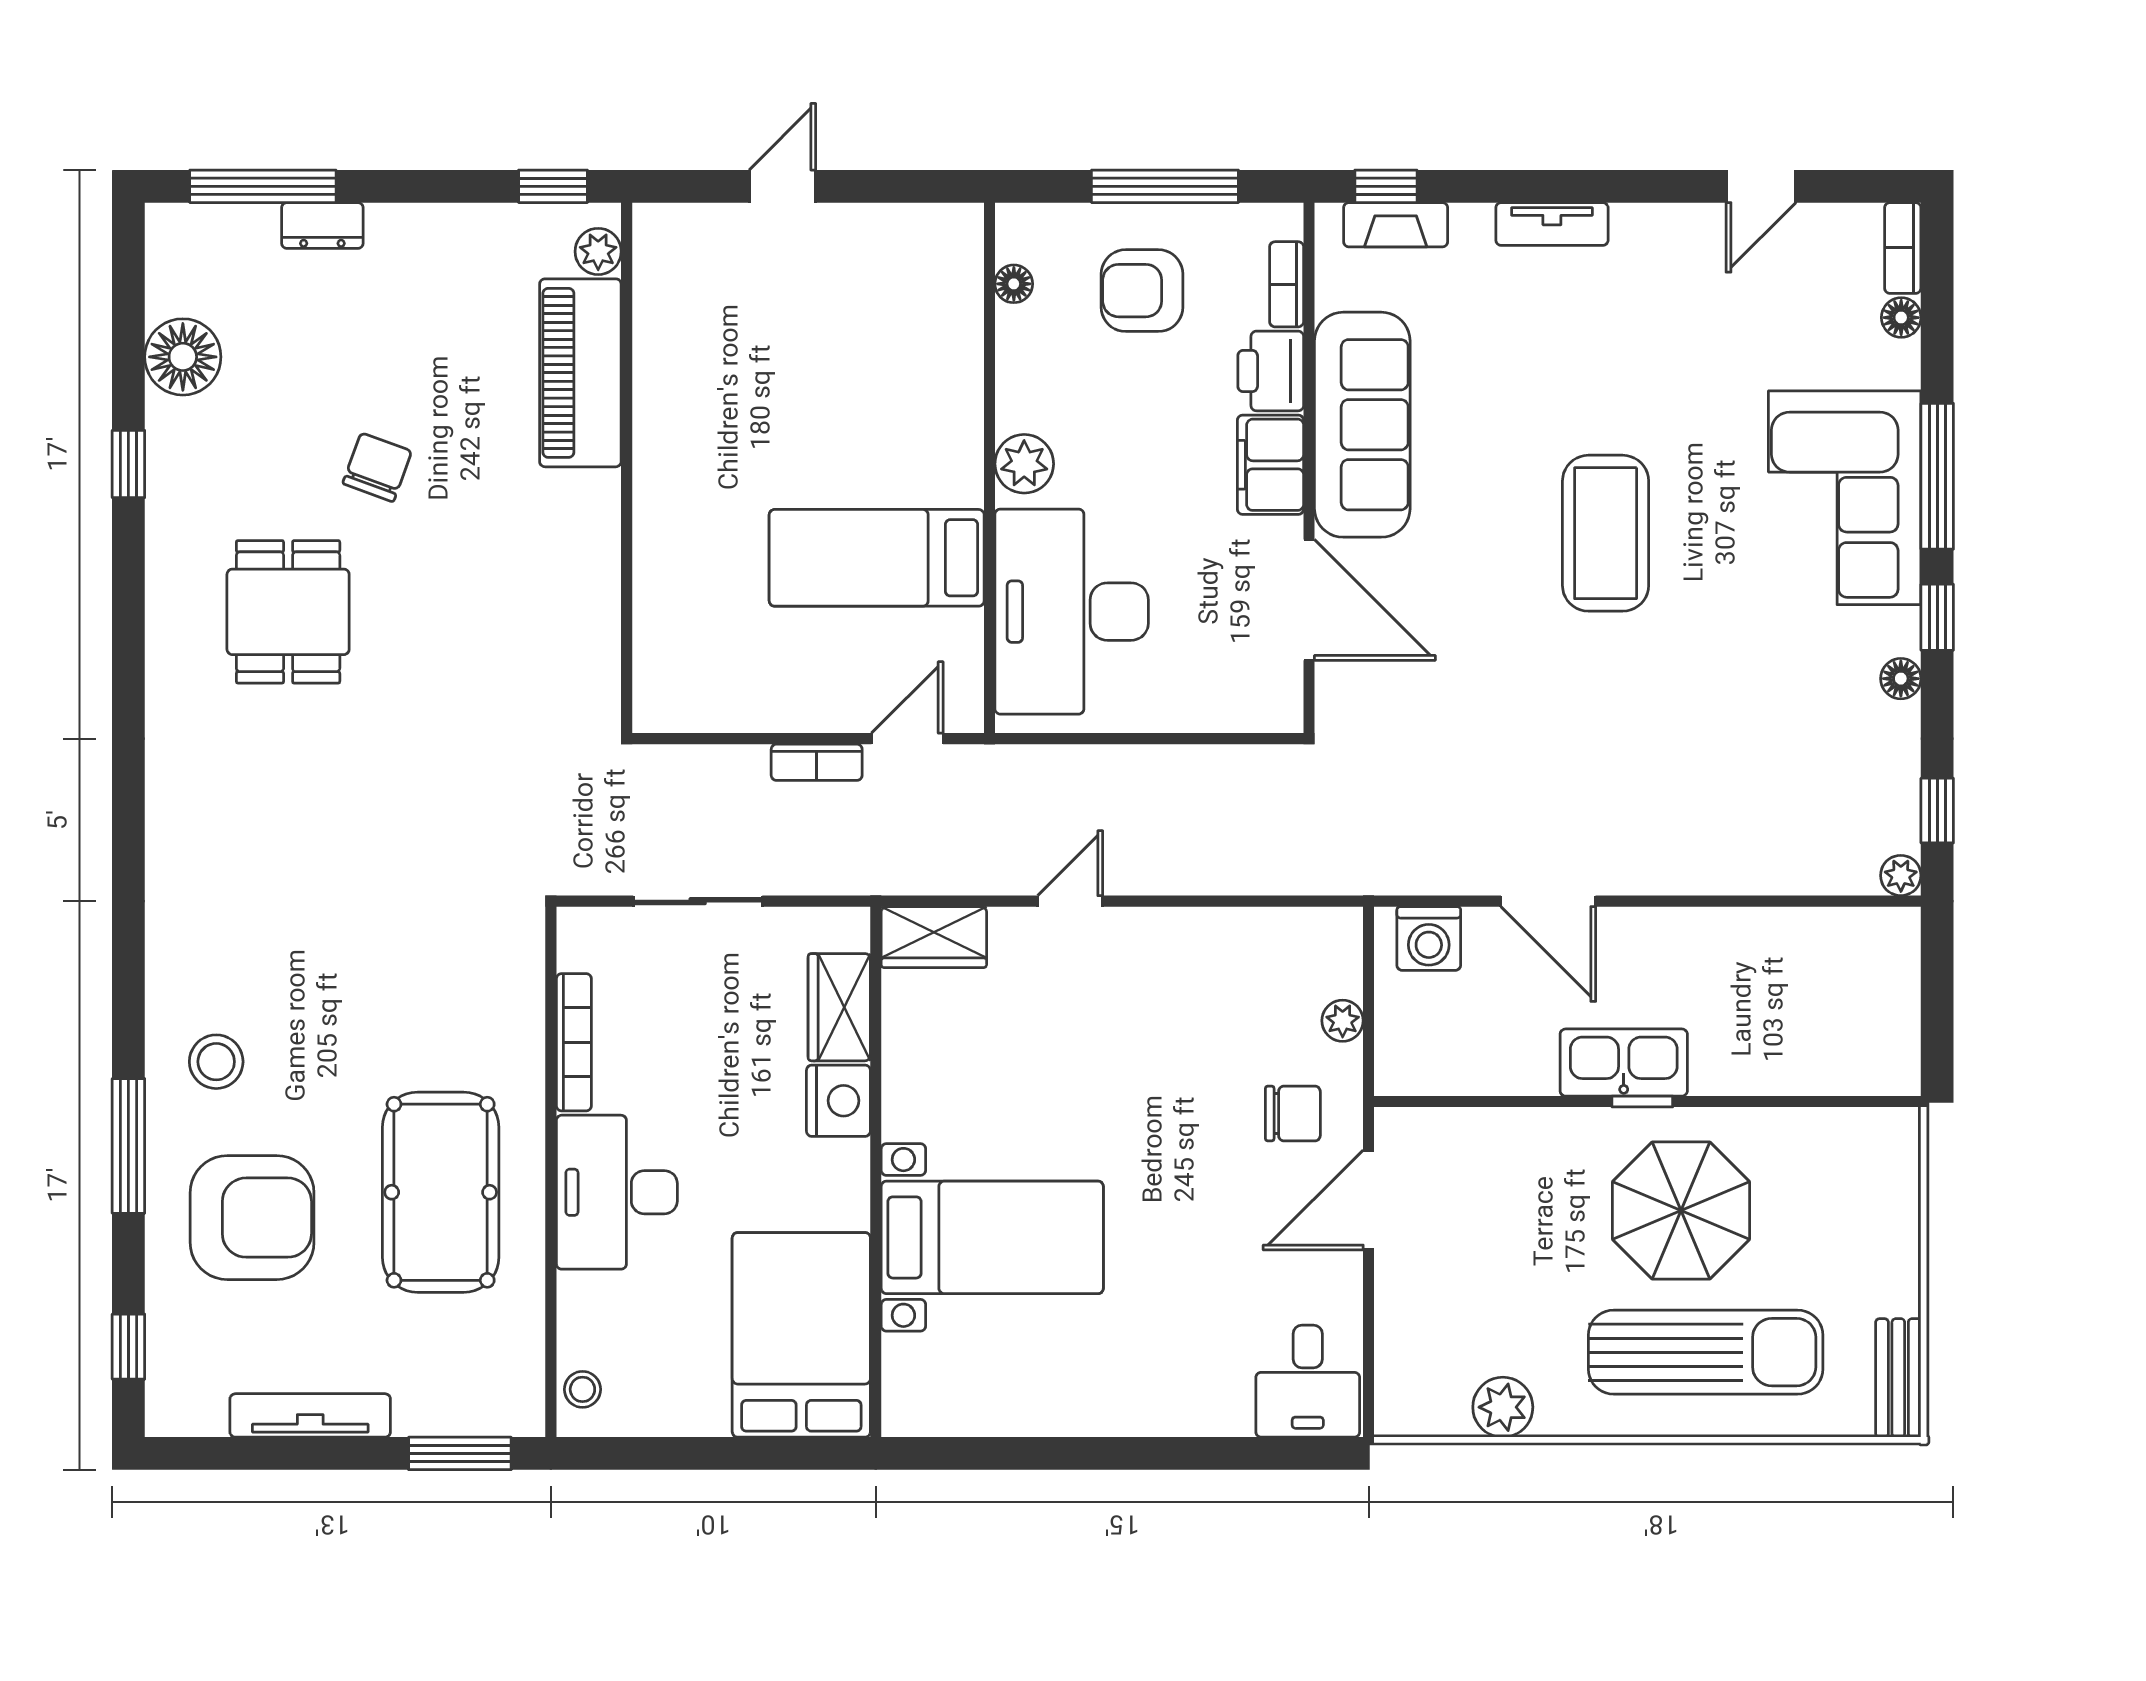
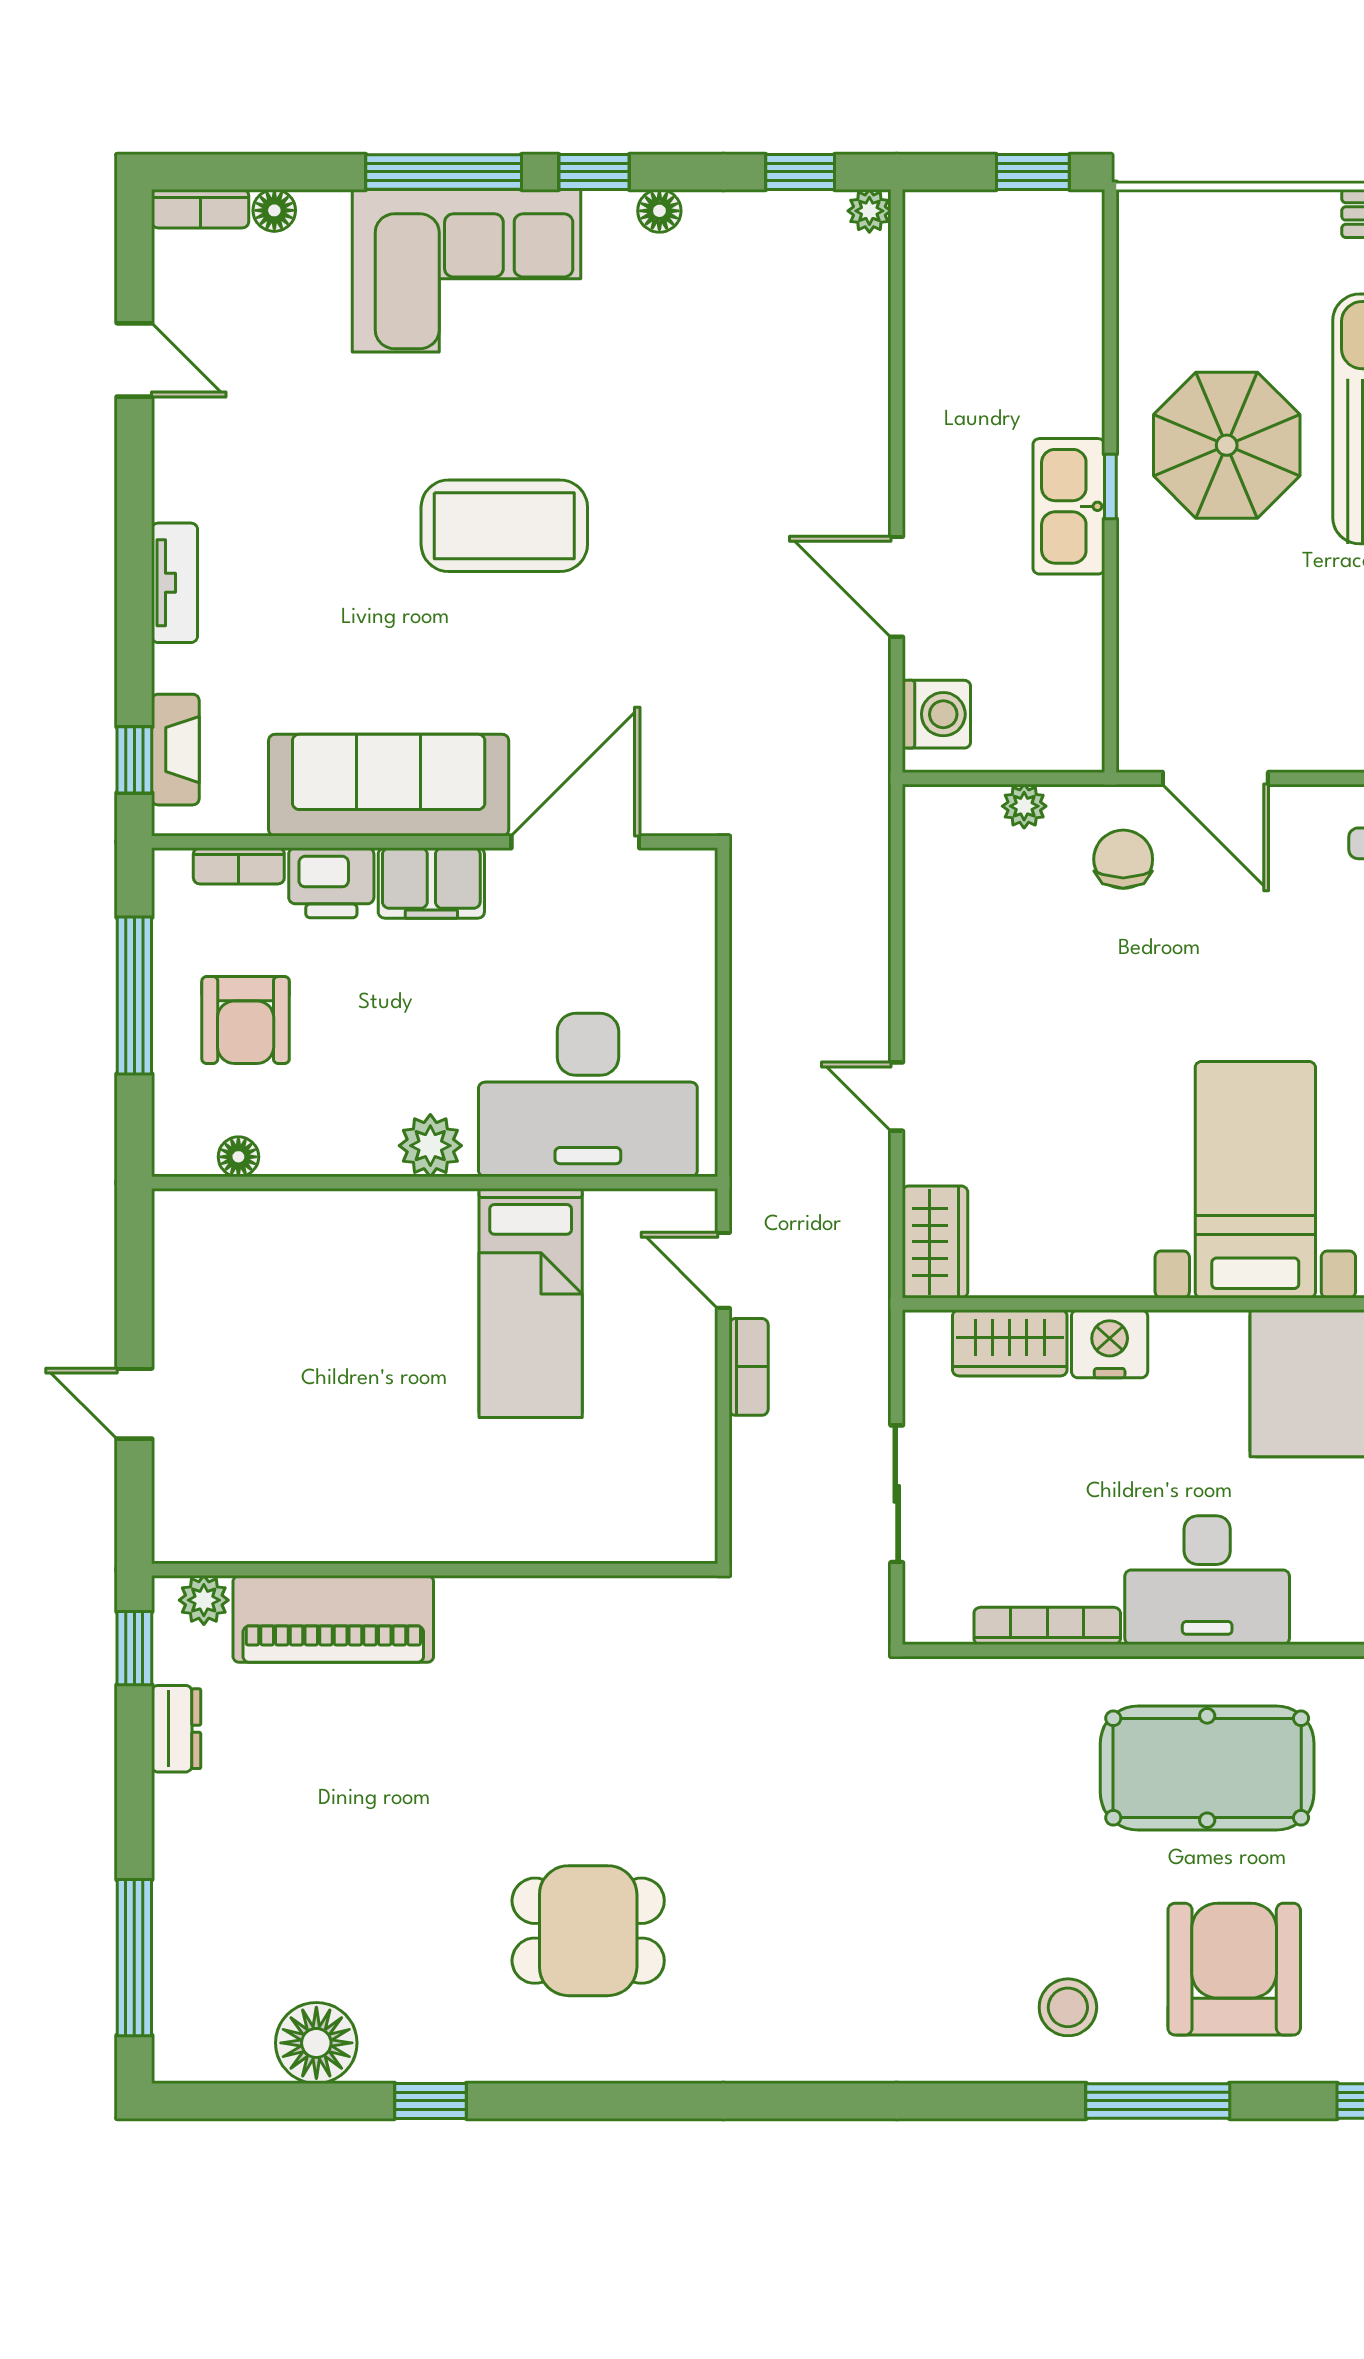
dresser: (322, 225) -> (176, 1729), moved
chair: (377, 467) -> (434, 1836), removed
door: (1548, 901) -> (897, 587), swing flipped
window: (1937, 1029) -> (1033, 172), added

